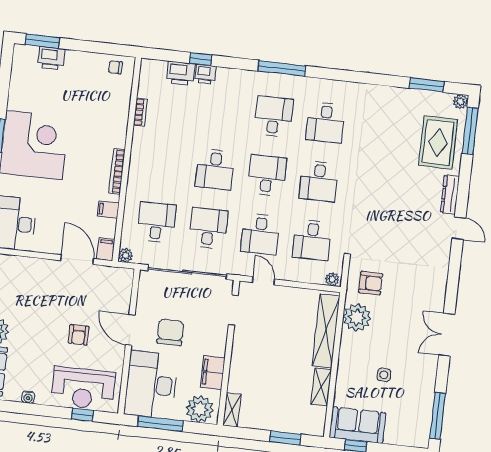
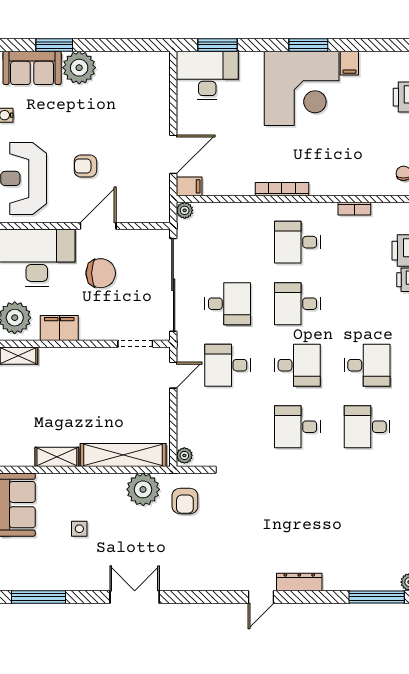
rug: (438, 142) -> (359, 561), removed
filing cabinet: (108, 210) -> (349, 63), moved, turned 180
desk: (156, 222) -> (297, 242), moved, turned 180
desk: (312, 240) -> (228, 427), removed

